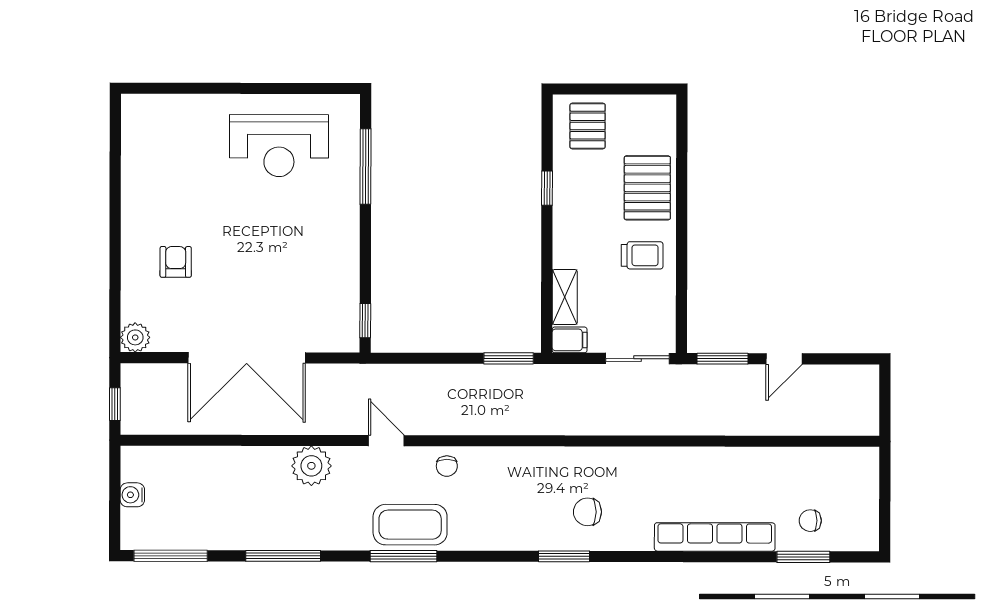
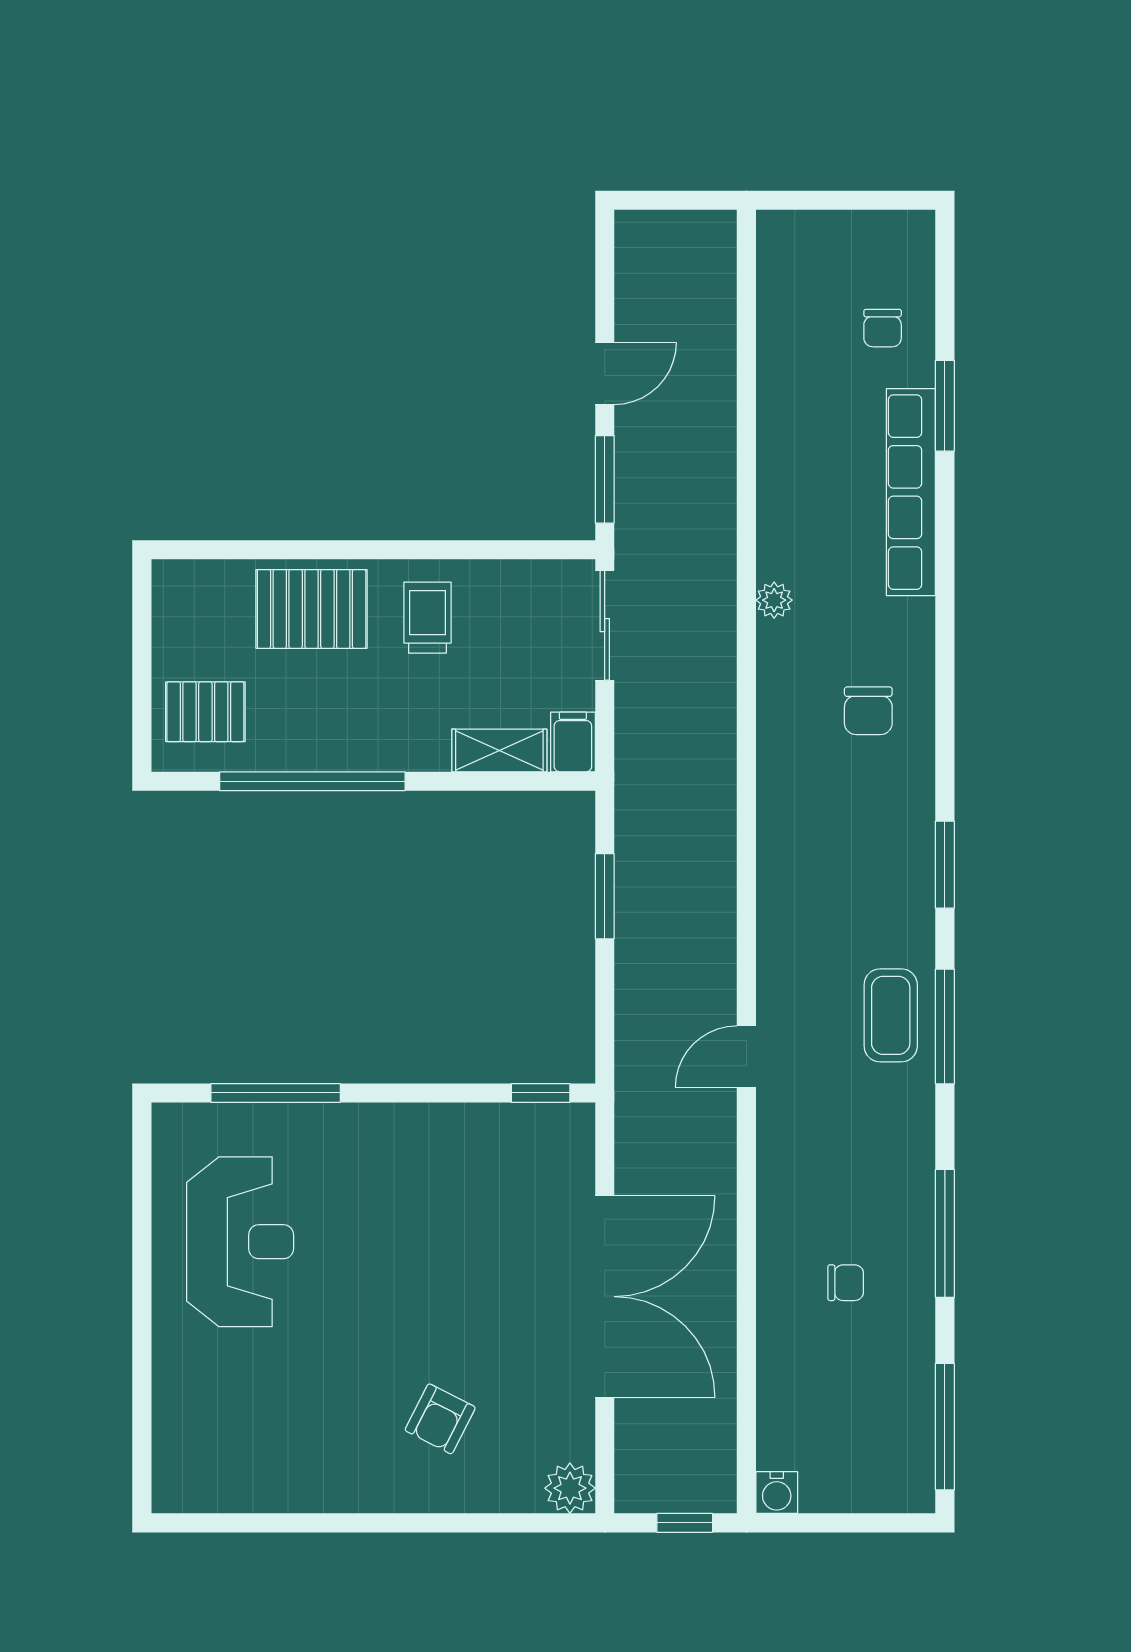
window: (547, 188) -> (312, 781), width x3.17
armchair: (176, 262) -> (440, 1419), turned -63
window: (509, 358) -> (605, 896), moved
door: (784, 359) -> (605, 373), hinge flipped
plant: (311, 466) -> (774, 600), moved, width x0.53, depth x0.53
chair: (447, 466) -> (846, 1283), moved
water cooler: (132, 495) -> (777, 1493), moved
coffee table: (410, 525) -> (891, 1015), width x0.73, depth x0.76
window: (564, 556) -> (945, 865), moved
window: (803, 557) -> (945, 406), moved

